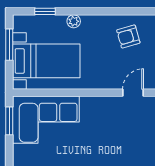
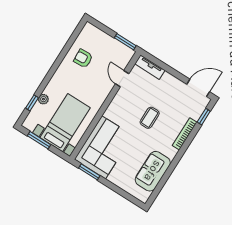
plant: (74, 21) -> (43, 99), moved
armchair: (128, 36) -> (83, 58), turned 103
coffee table: (110, 149) -> (150, 118), added

